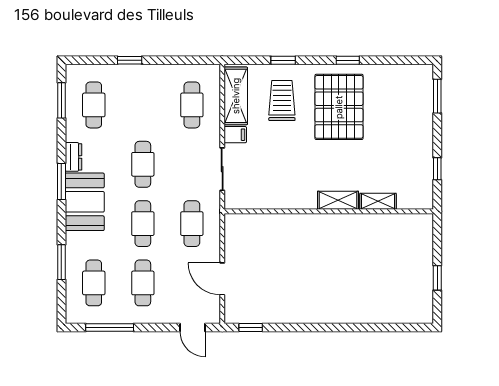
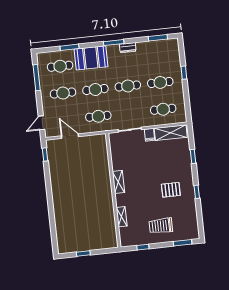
trolley: (282, 101) -> (161, 226), moved, turned 180
cafe table: (94, 105) -> (160, 82), moved
pallet: (339, 107) -> (171, 190), width x0.49, depth x0.50
shelving: (338, 200) -> (118, 182), moved
booth: (85, 202) -> (91, 58), moved
door: (222, 279) -> (70, 136), hinge flipped

